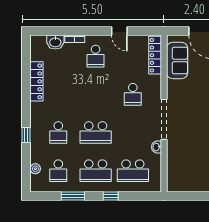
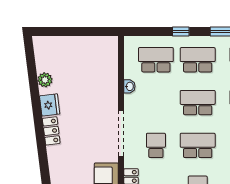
school desk: (96, 94) -> (198, 145), added
doorway: (164, 119) -> (121, 133), moved

